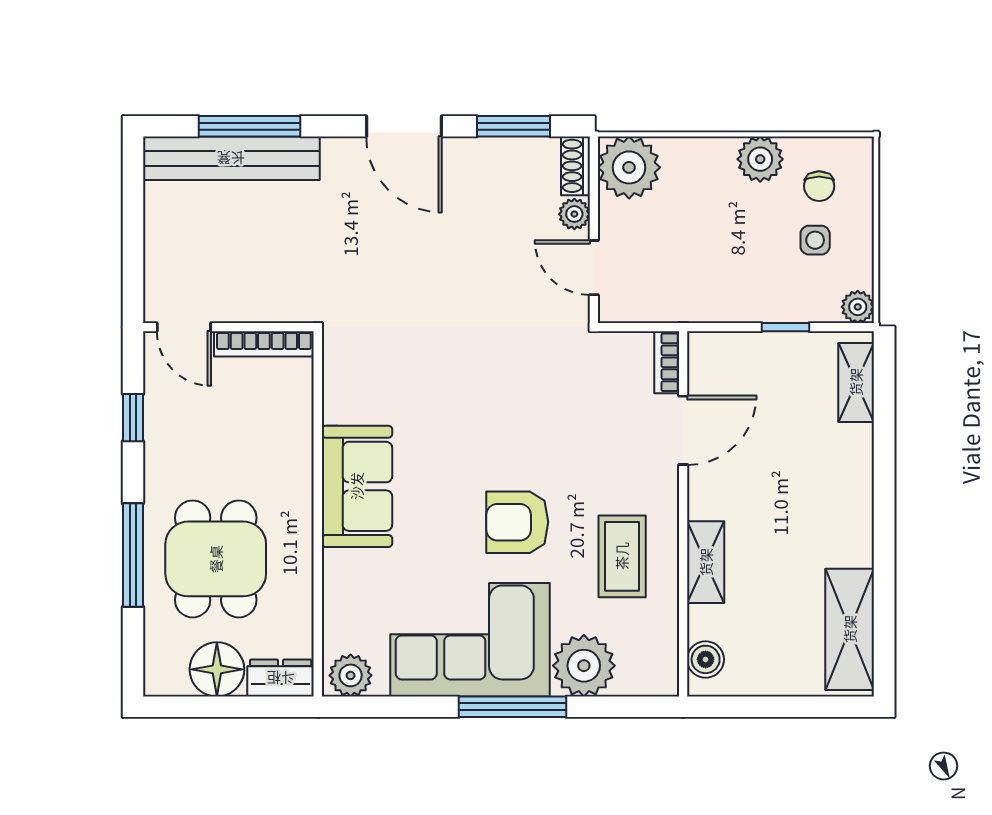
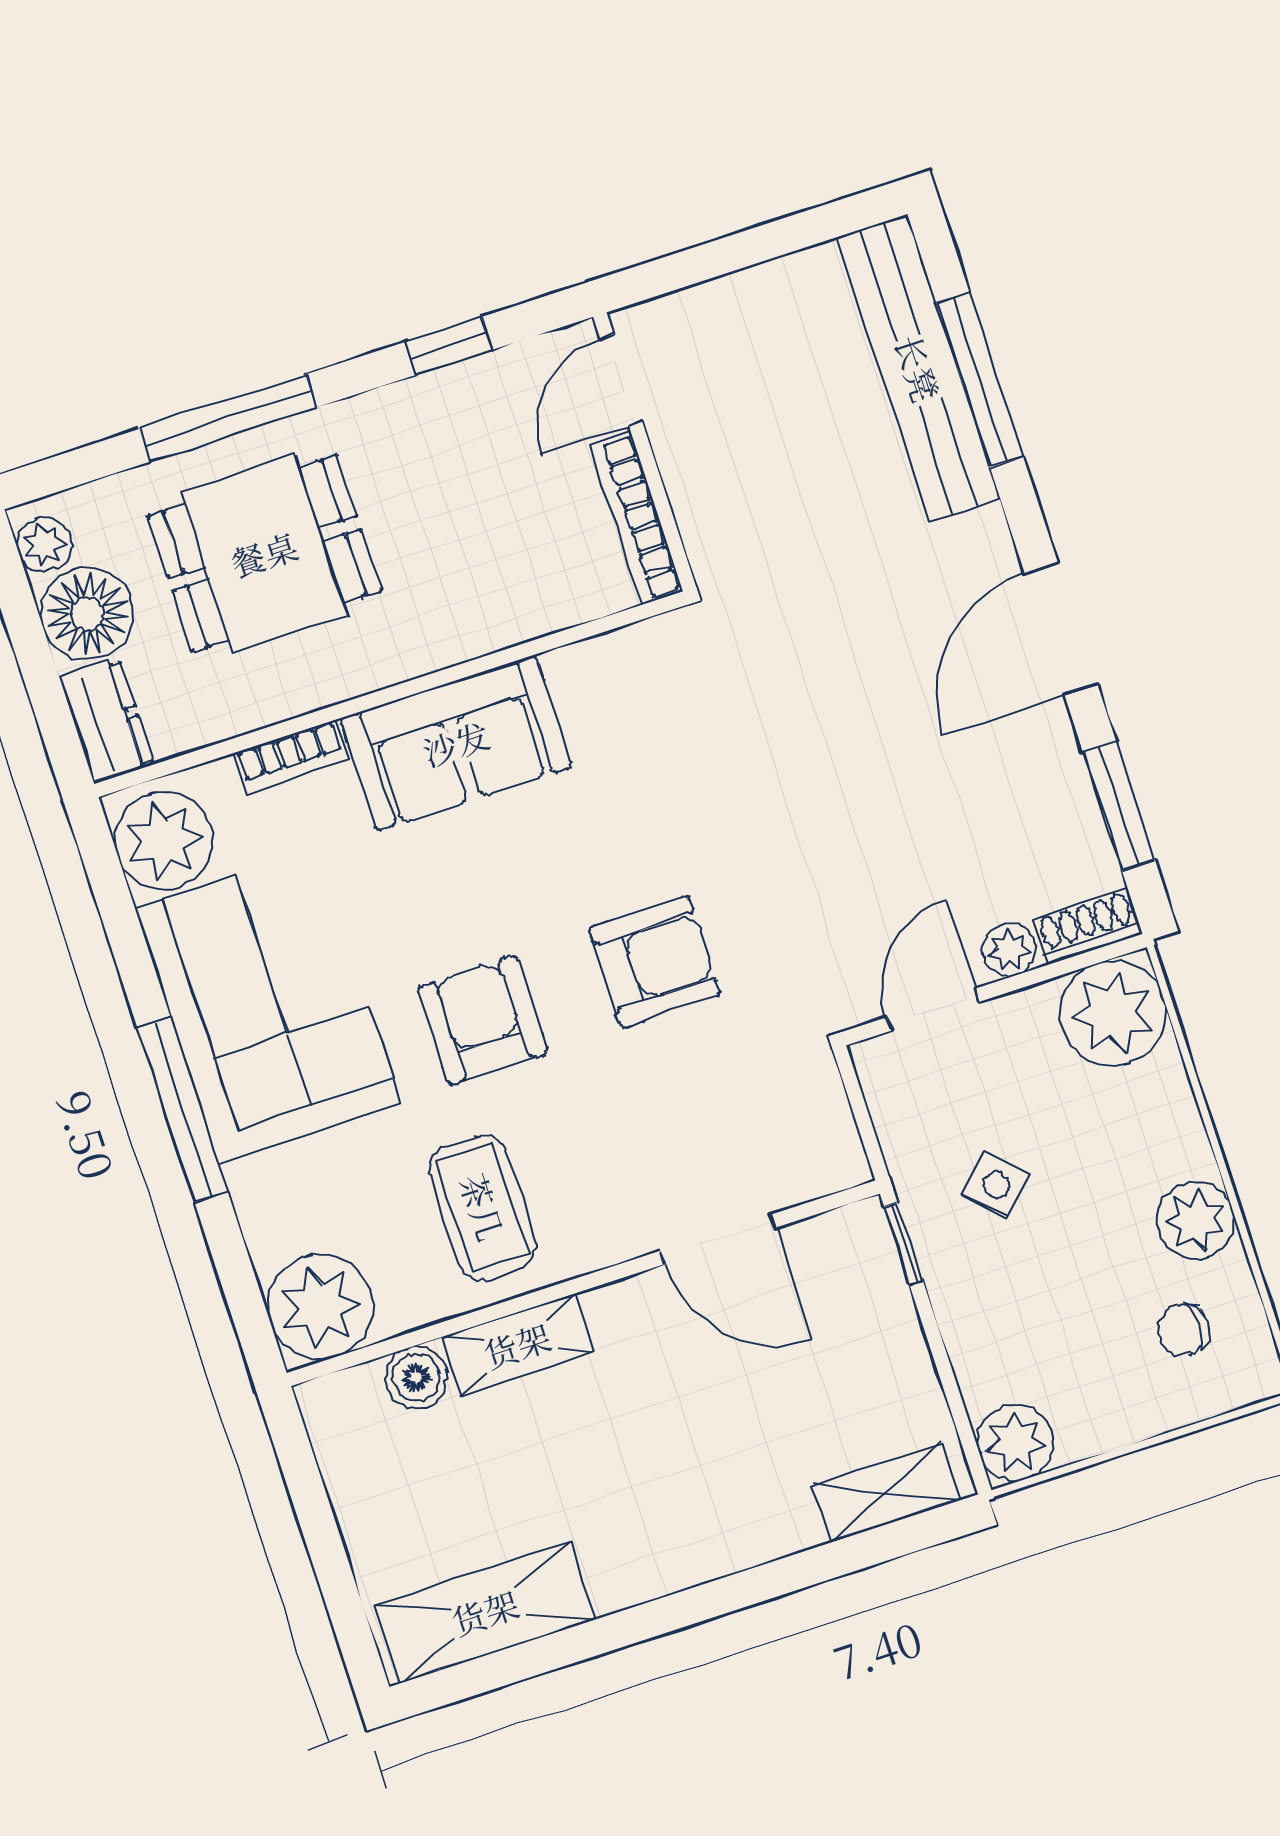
side table: (815, 240) -> (996, 1185), moved, turned 45
plant: (858, 307) -> (1016, 1443), width x1.38, depth x1.38
window: (785, 327) -> (903, 1243), moved
bookcase: (667, 362) -> (291, 756), moved, turned 180
armchair: (516, 415) -> (655, 961), added
coffee table: (622, 556) -> (483, 1207), turned 90
boiler: (706, 659) -> (416, 1378), moved
plant: (584, 666) -> (320, 1307), moved
plant: (351, 675) -> (164, 841), width x1.36, depth x1.36
plant: (170, 681) -> (44, 545), added

